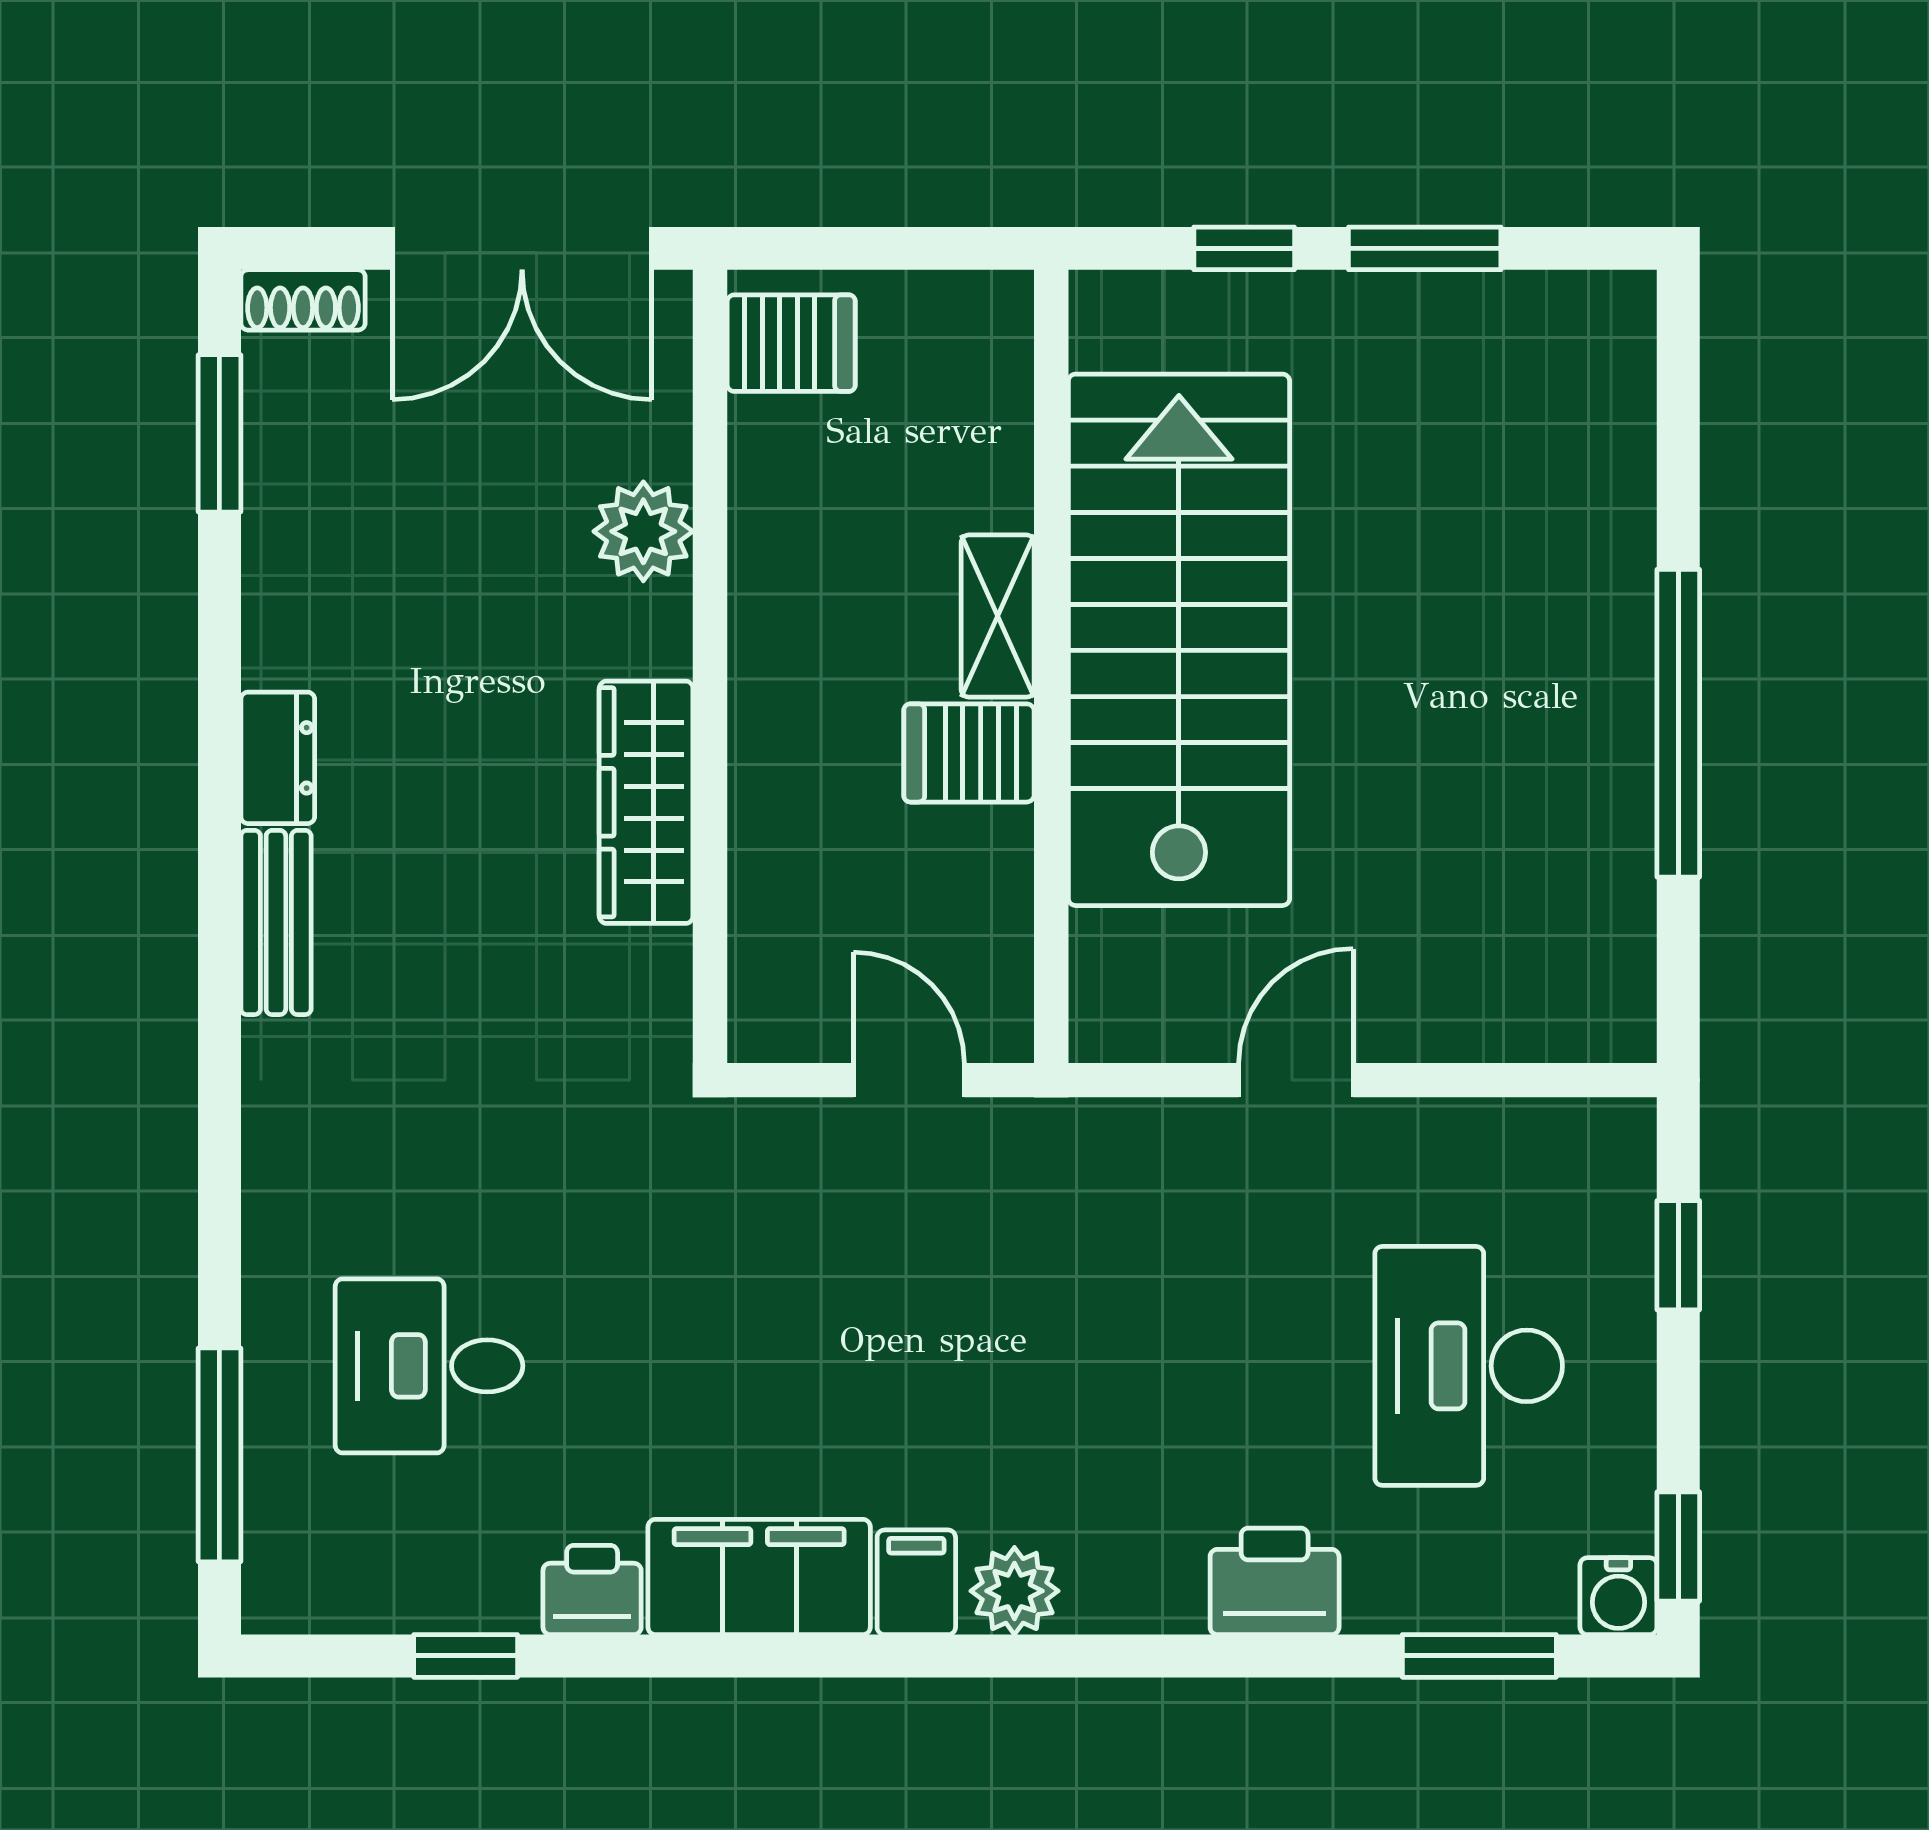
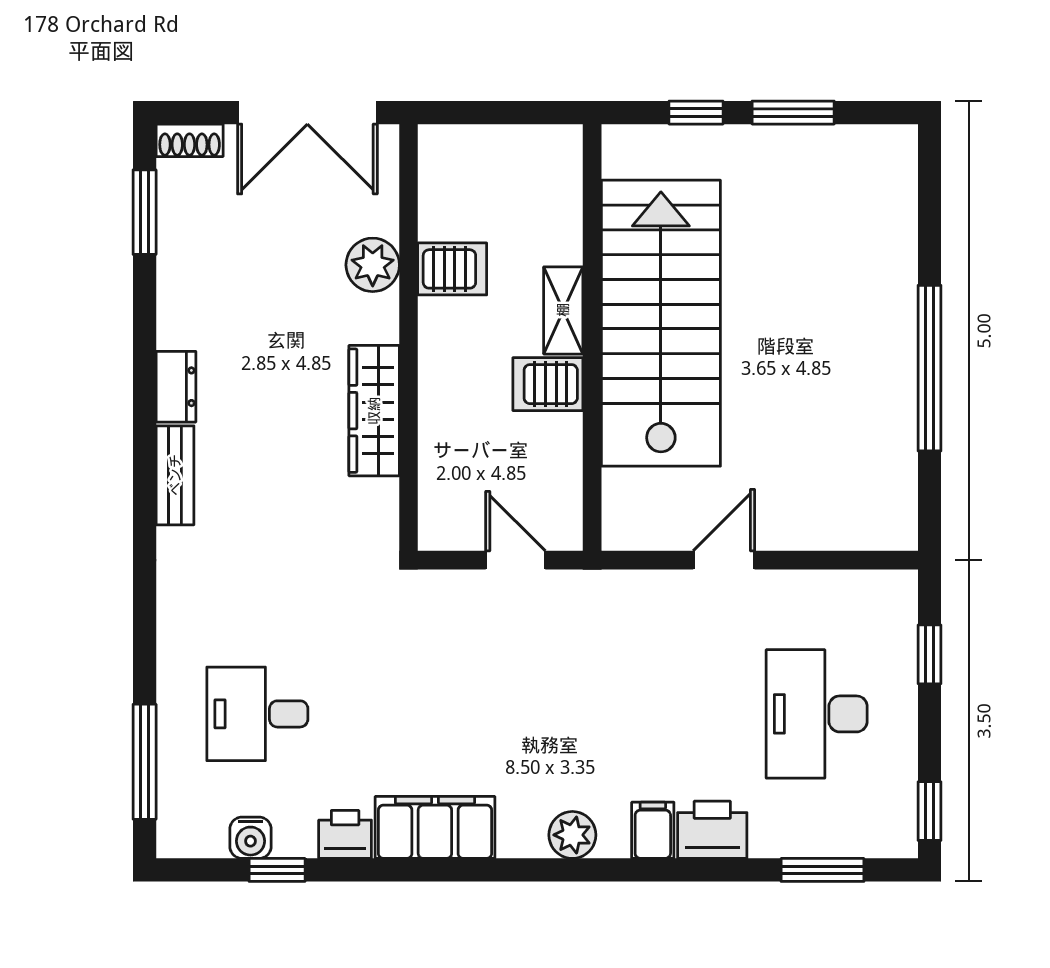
server rack: (791, 343) -> (452, 269), moved
filing cabinet: (916, 1582) -> (653, 830), moved
water cooler: (1618, 1596) -> (250, 838), moved

